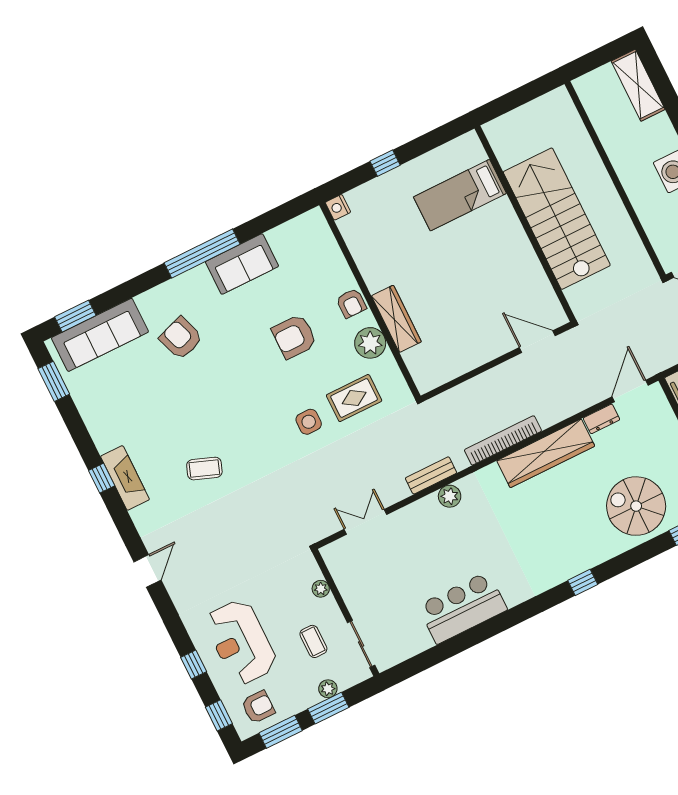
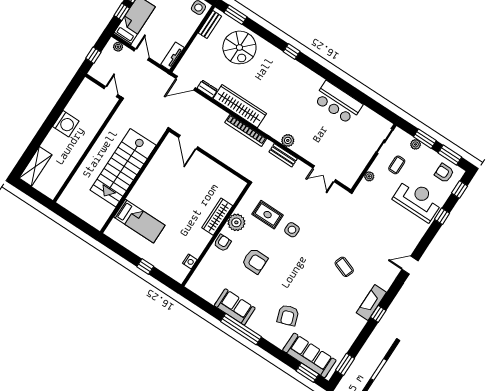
nightstand: (338, 207) -> (190, 261), moved
reception desk: (241, 642) -> (418, 200), turned -90

